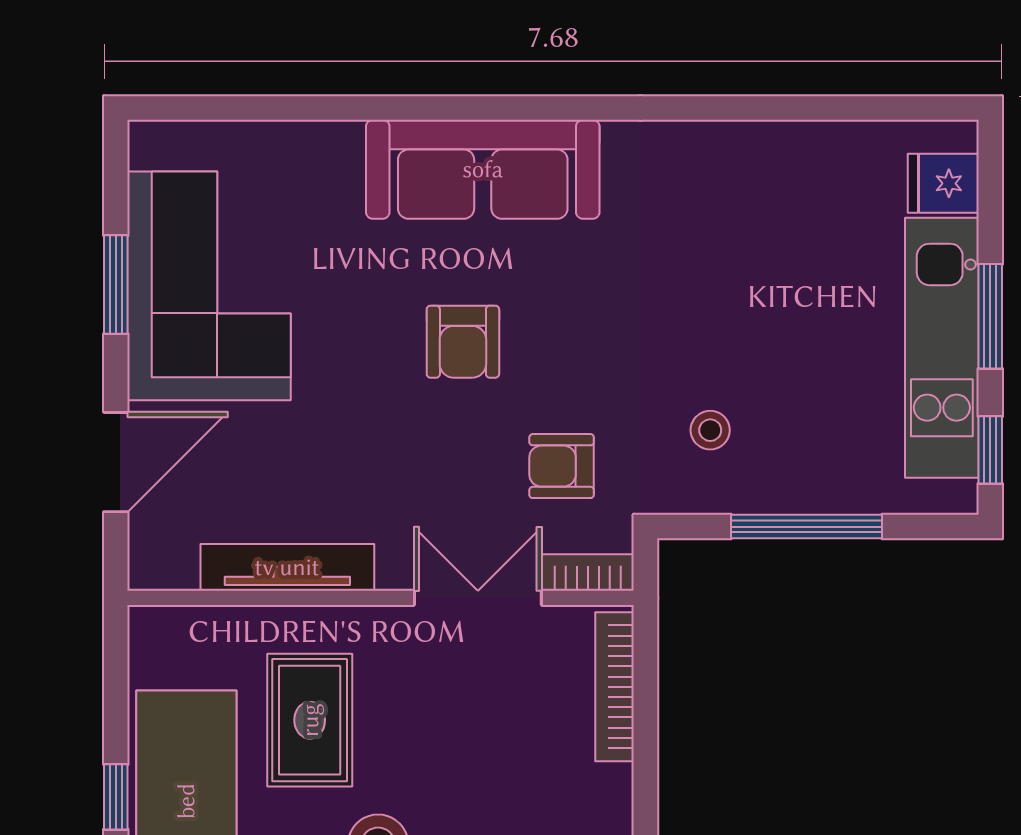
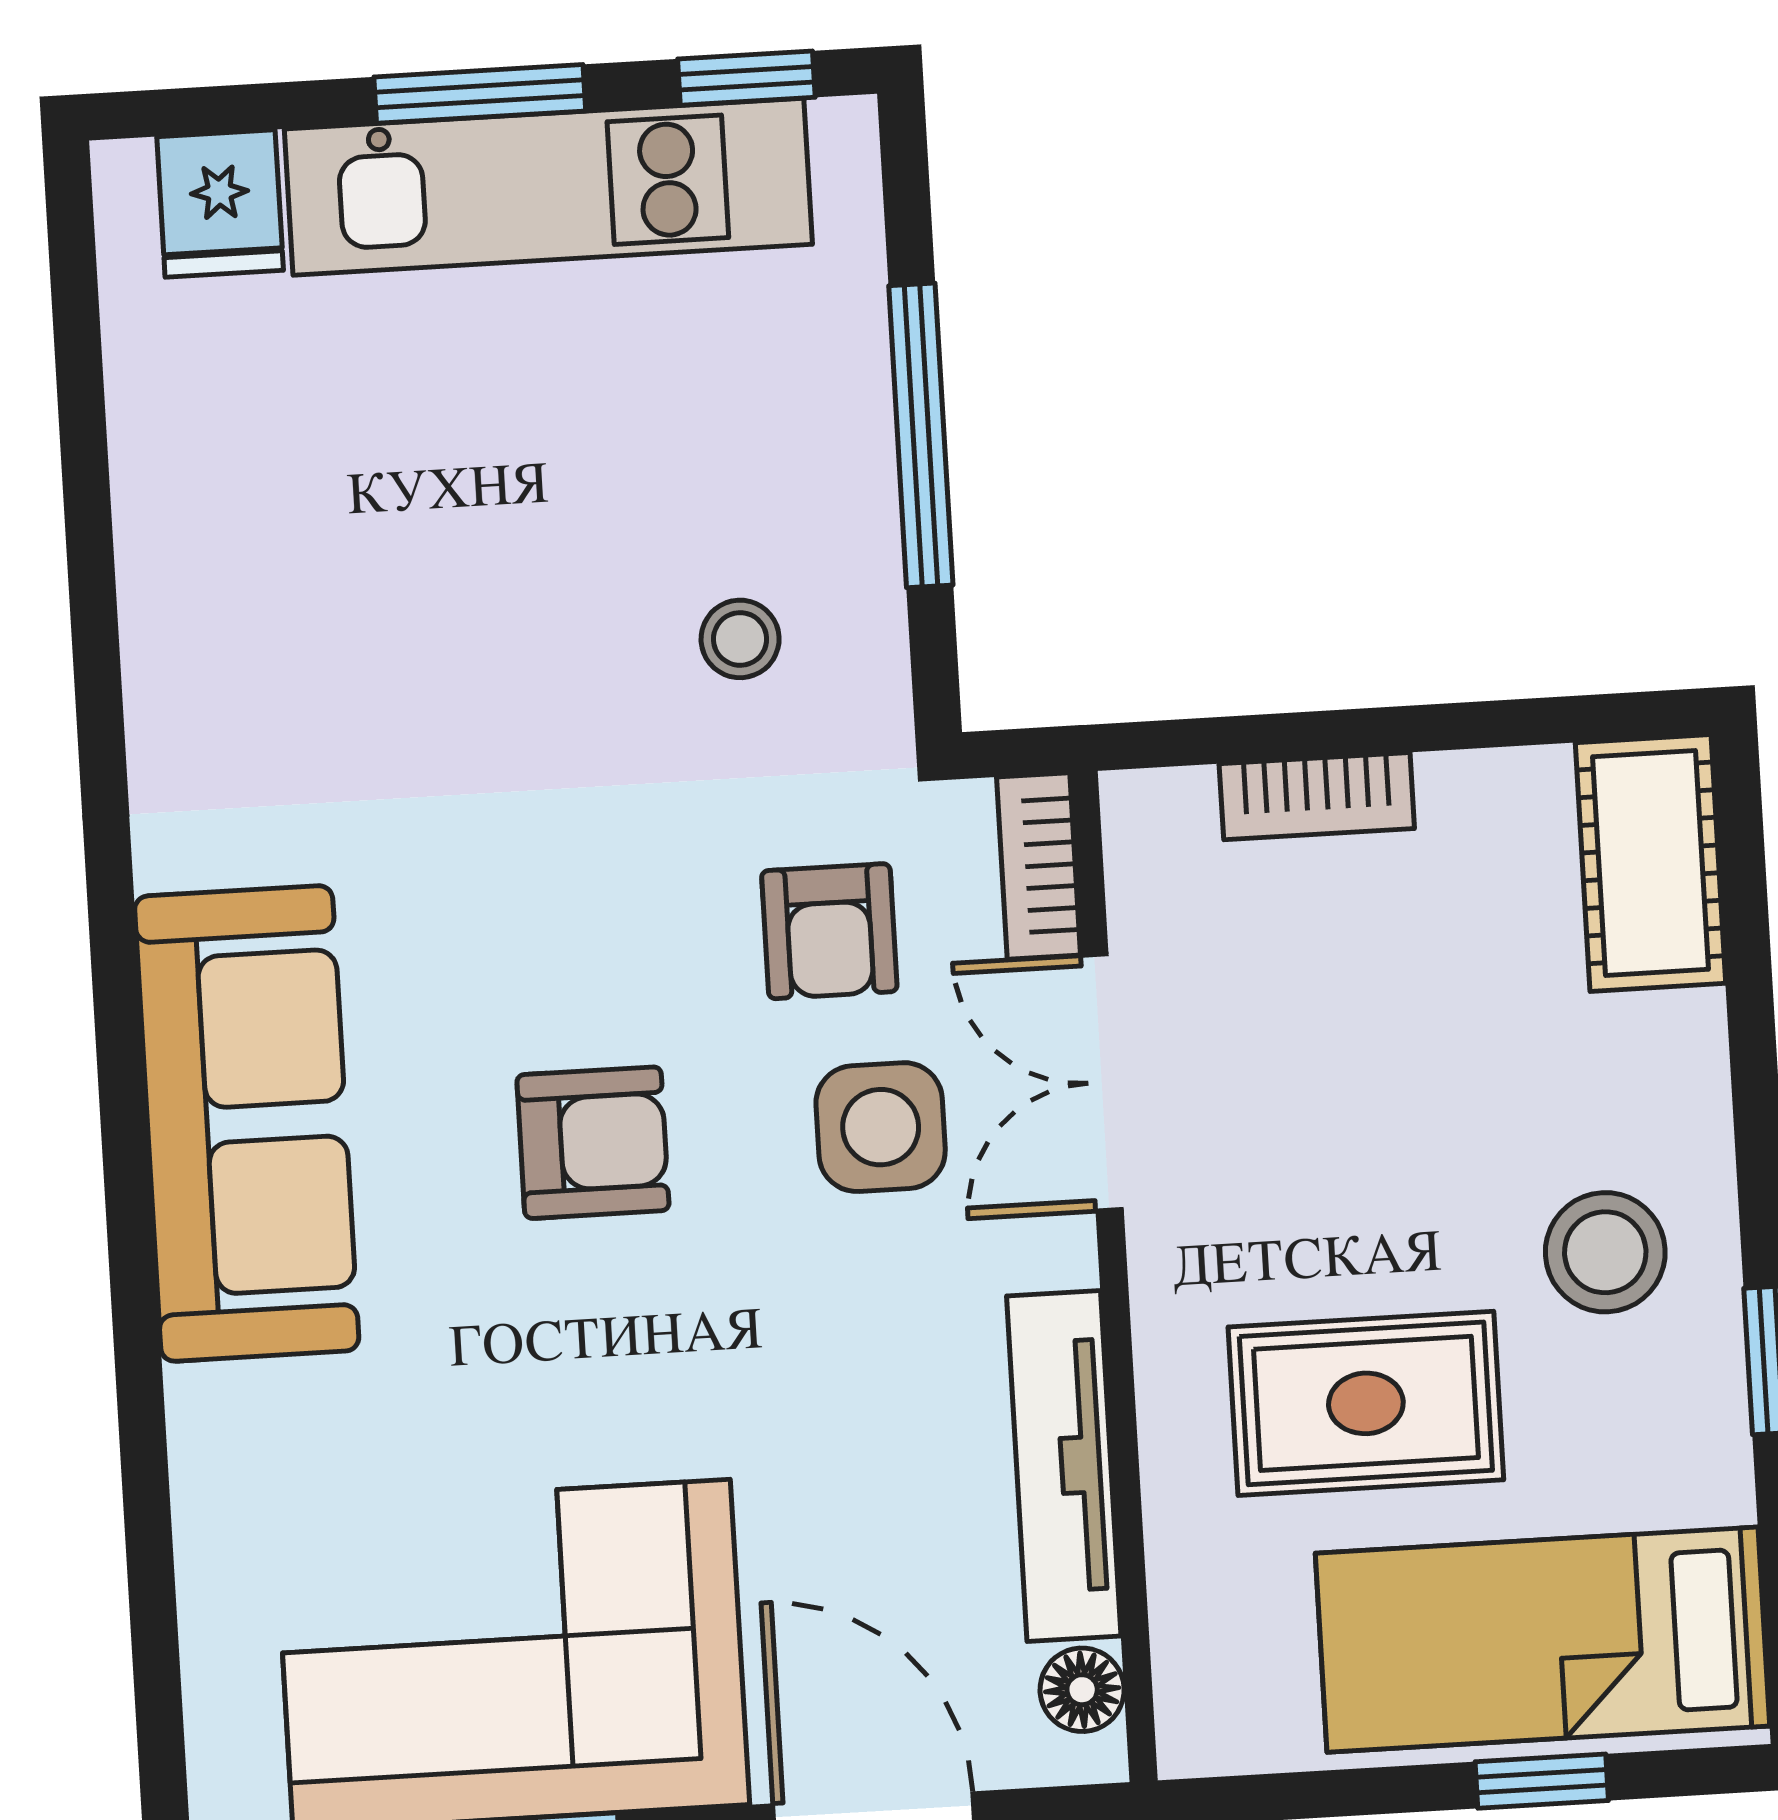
side table: (462, 486) -> (881, 1127), added
floor lamp: (175, 570) -> (1082, 1690), added
bookcase: (615, 687) -> (1317, 796), width x0.64

